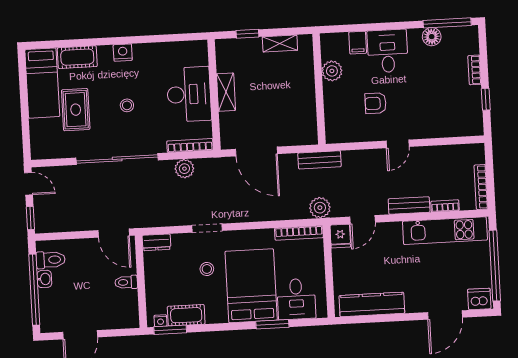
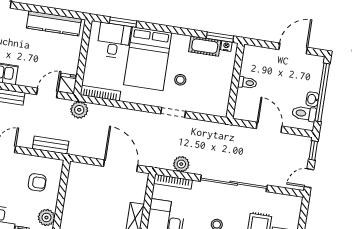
armchair: (376, 103) -> (37, 182), moved
bench: (319, 160) -> (51, 145), moved
door: (29, 184) -> (309, 178), hinge flipped
door: (114, 233) -> (269, 127), moved
dresser: (156, 242) -> (216, 110), removed
window: (272, 324) -> (123, 22), moved

